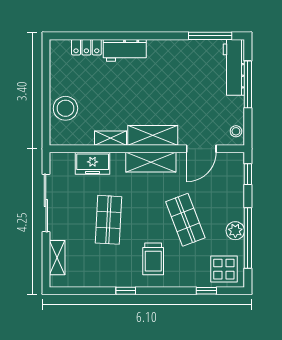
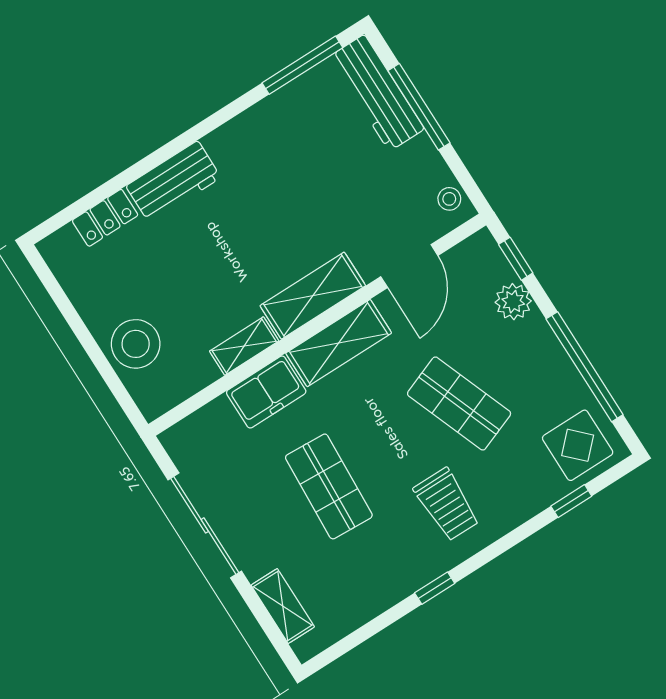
freezer: (93, 163) -> (266, 392), moved
plant: (235, 231) -> (513, 302), moved

